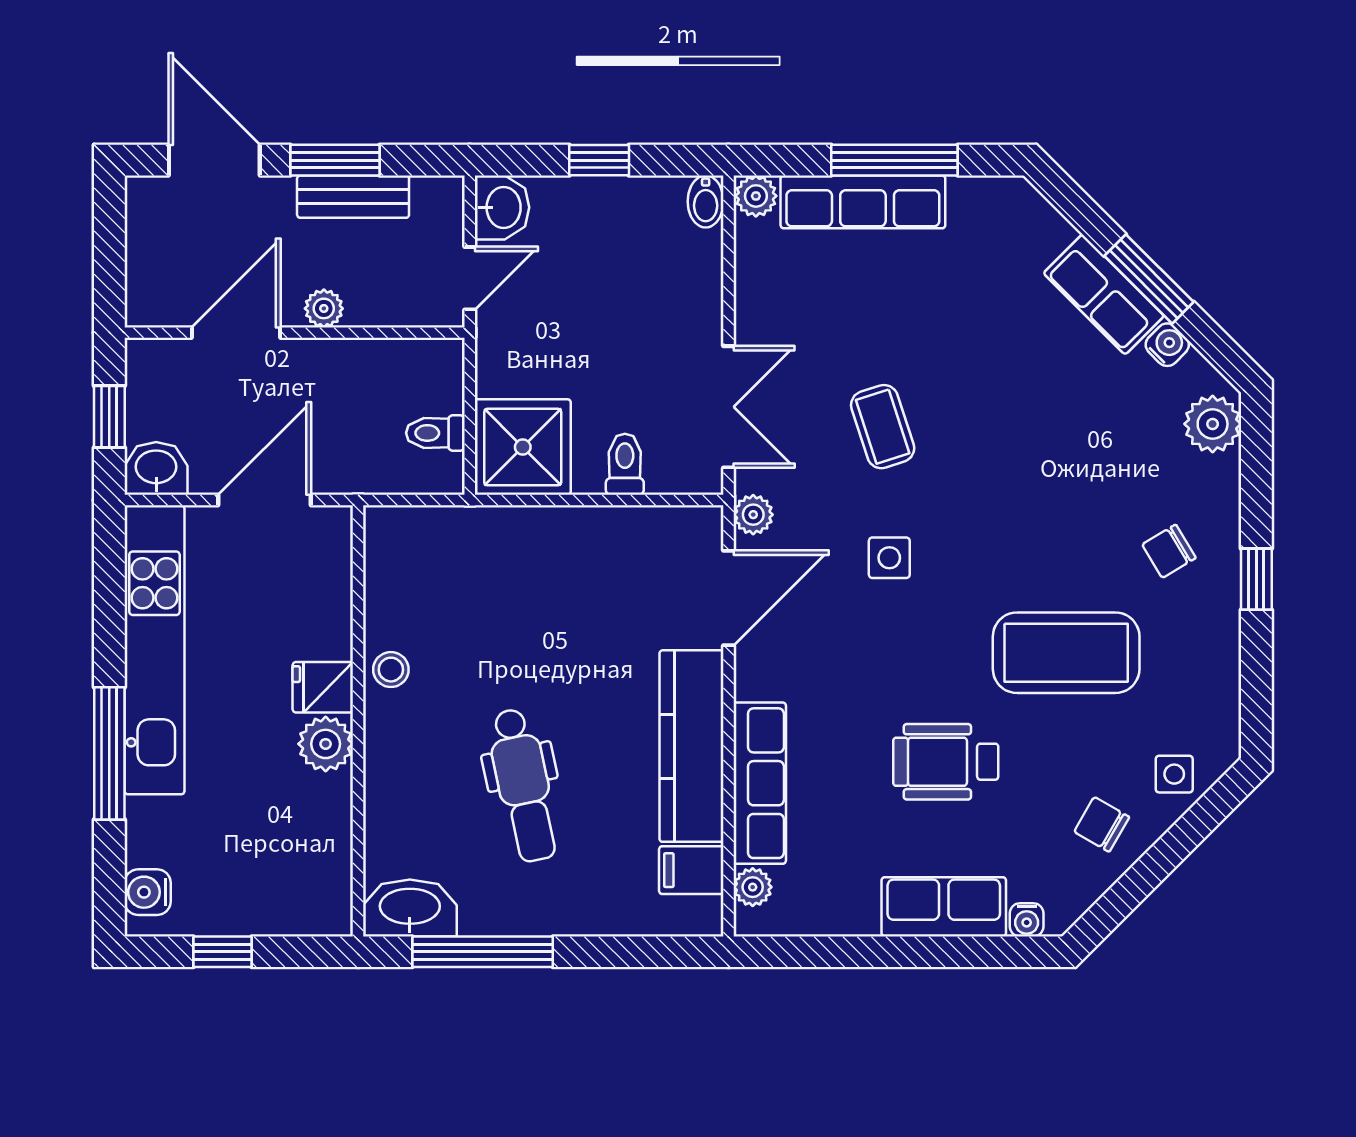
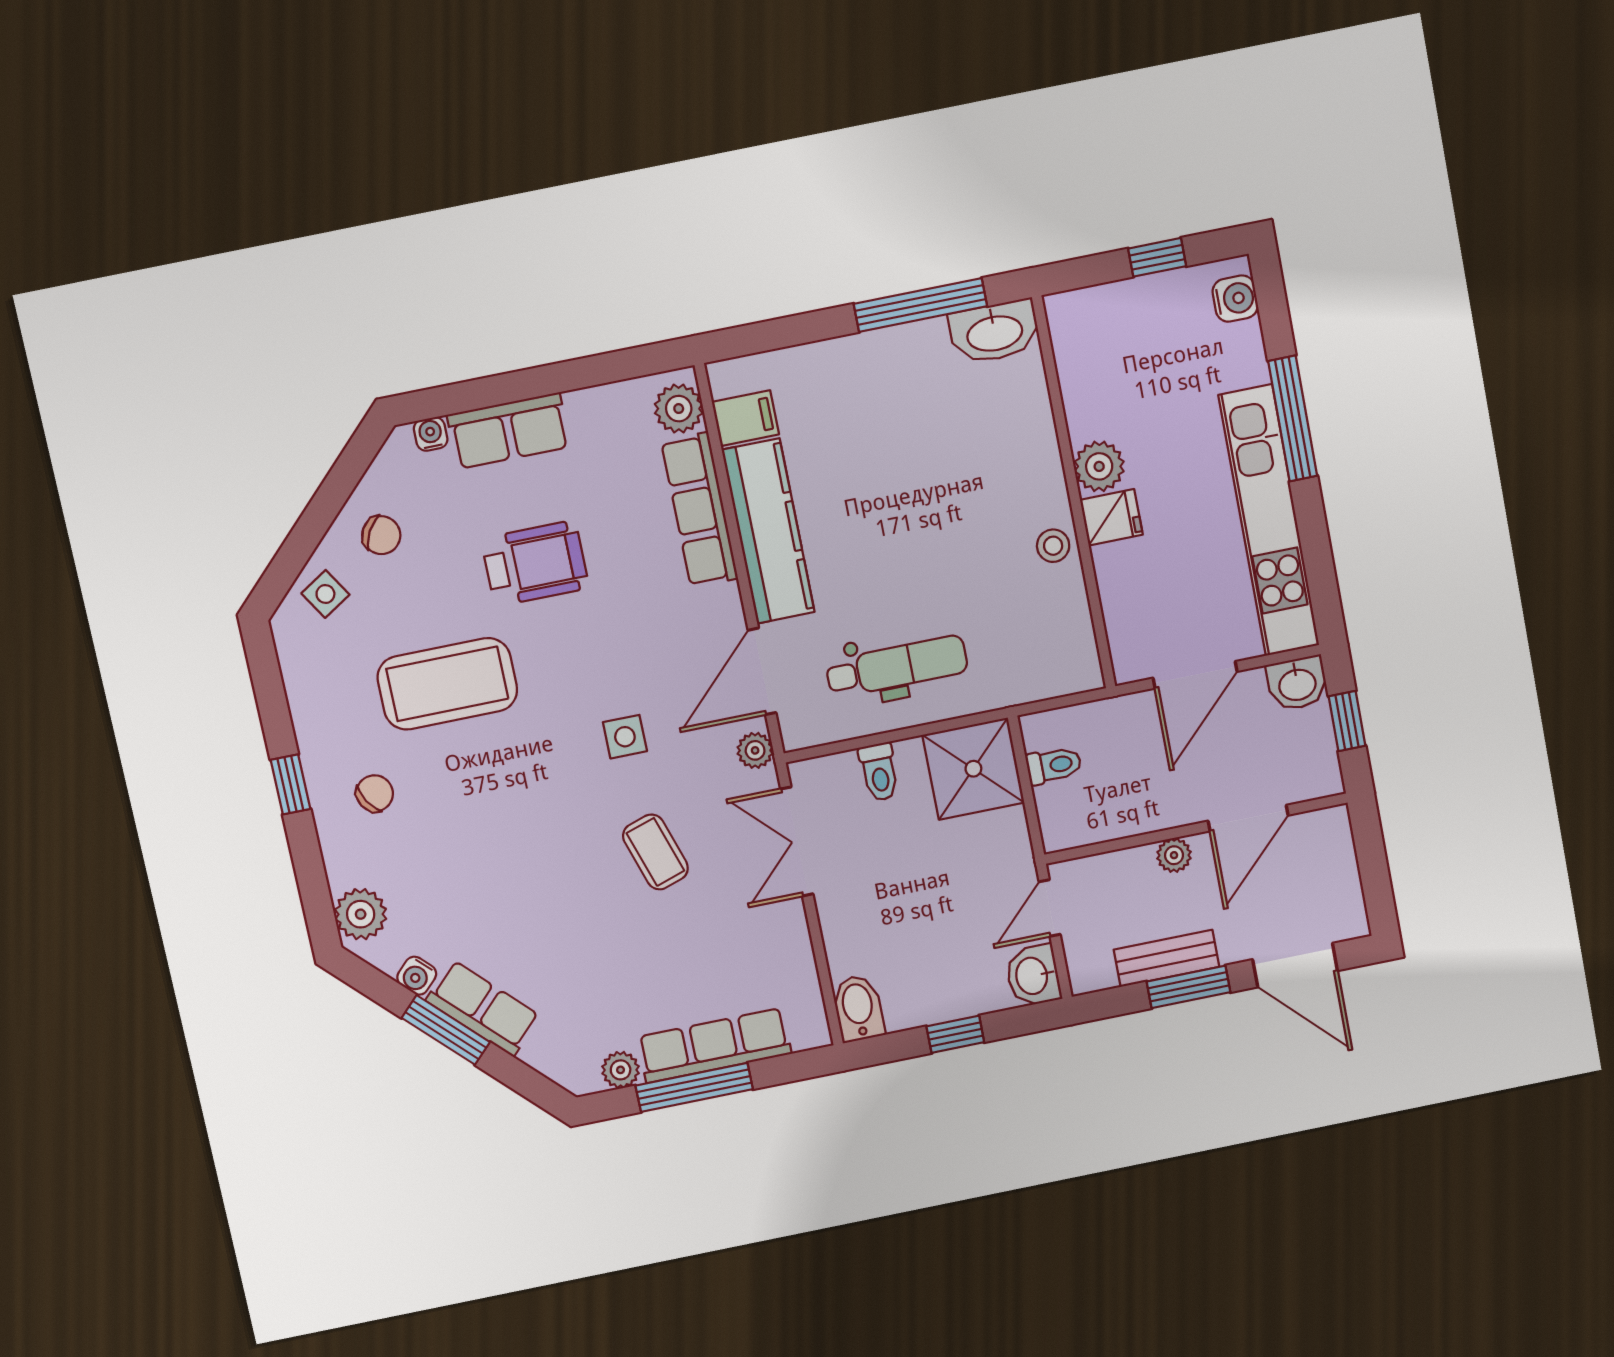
plant: (756, 196) -> (621, 1070), moved
bidet: (706, 201) -> (858, 1008), width x1.38, depth x1.36
side table: (1174, 774) -> (325, 594), turned -32
dental chair: (523, 785) -> (897, 666), moved, turned 102
plant: (753, 887) -> (679, 409), width x1.38, depth x1.38

